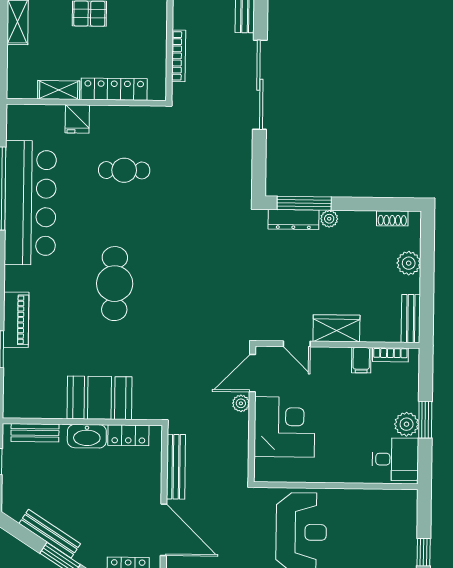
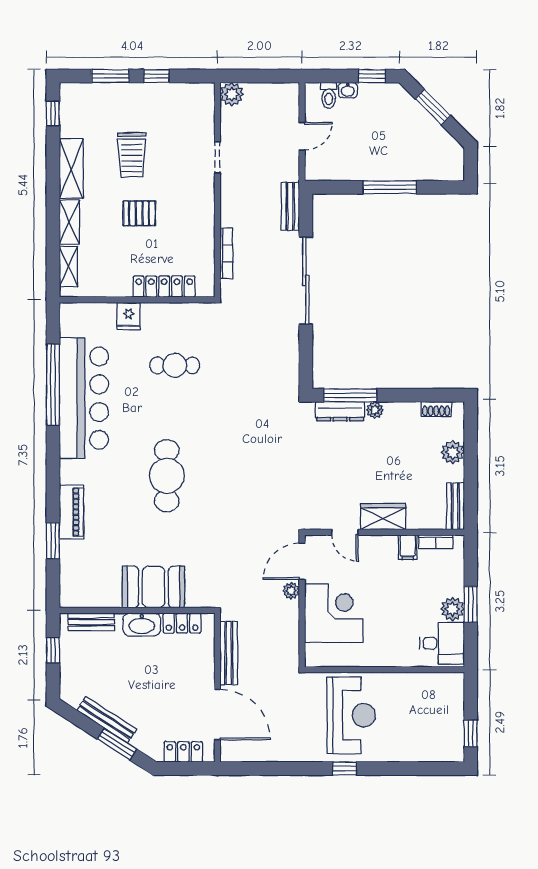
shelving: (59, 90) -> (68, 266), moved, turned 90

